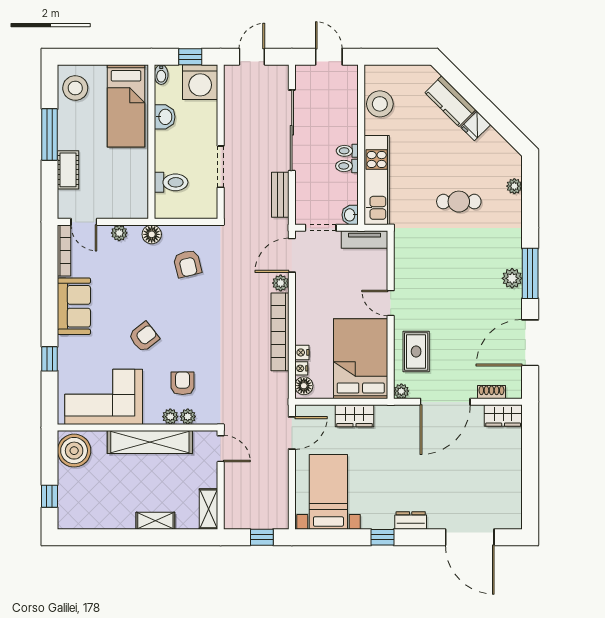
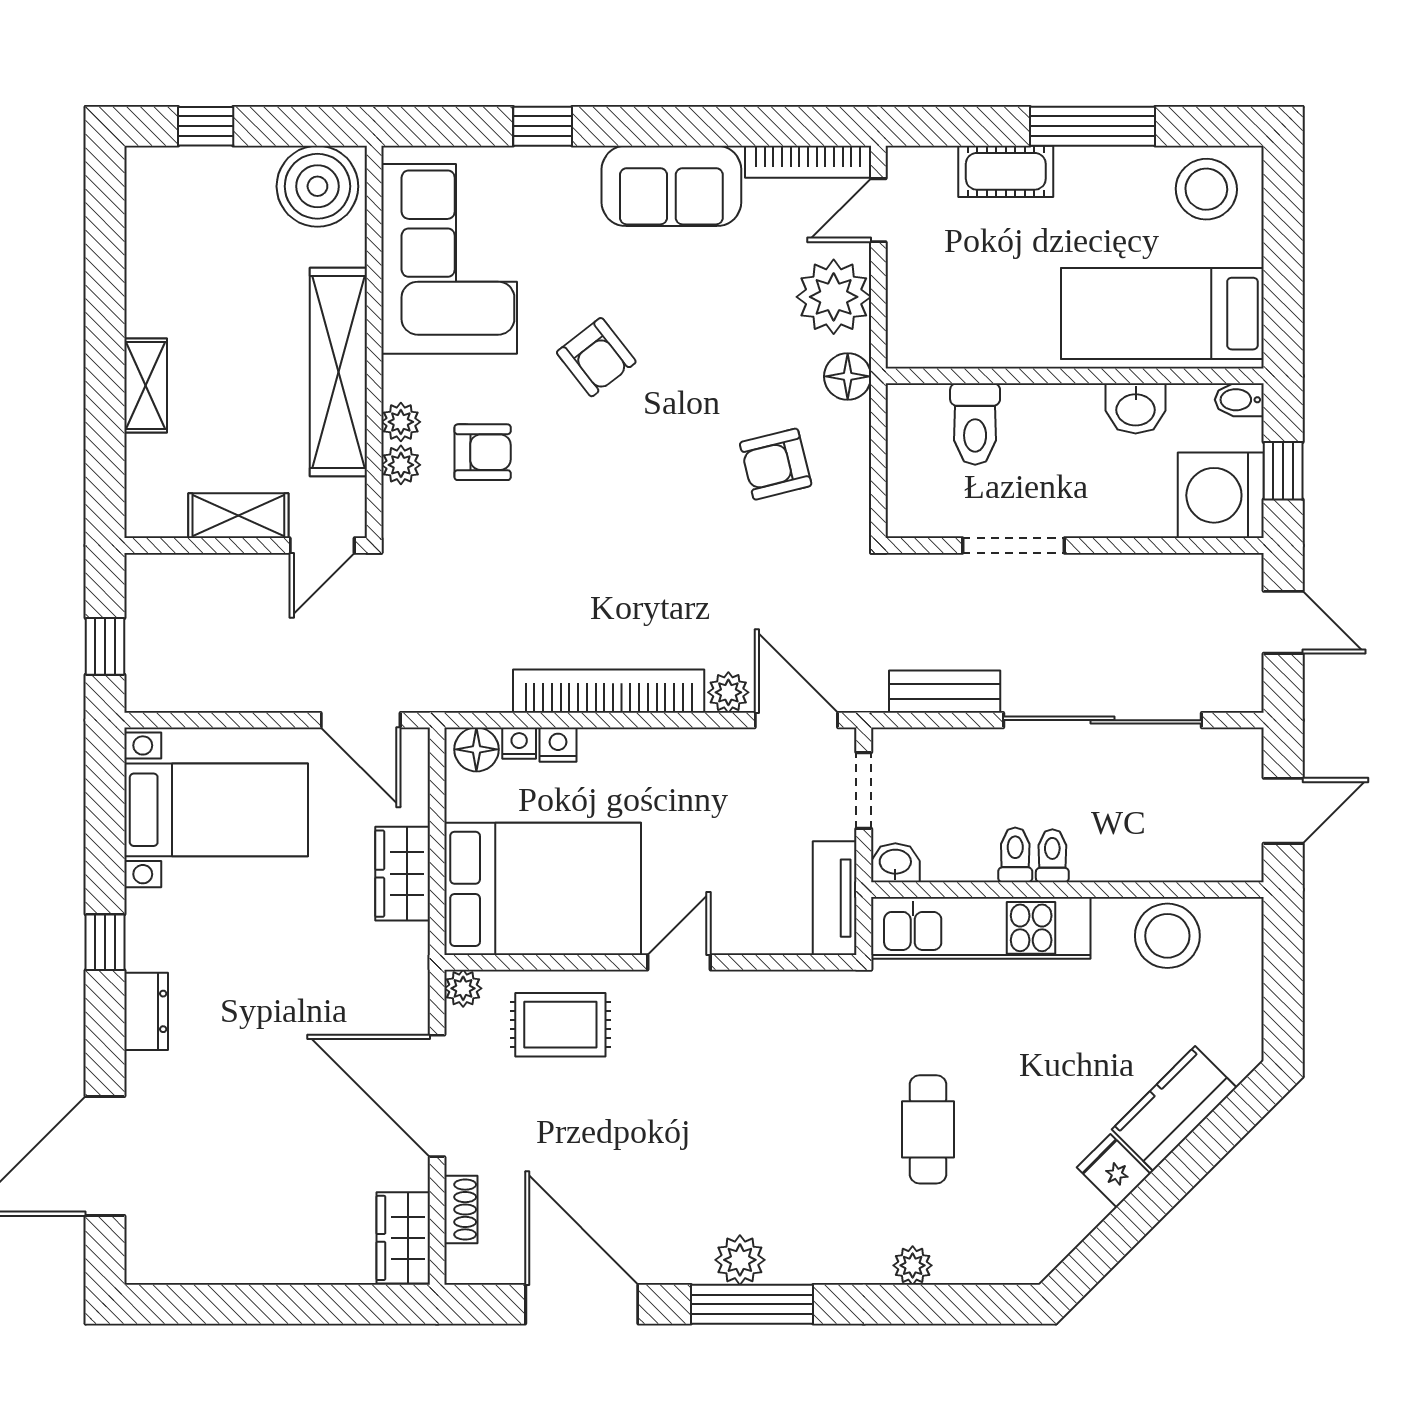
plant: (514, 186) -> (913, 1265), moved
plant: (119, 233) -> (834, 297), width x1.87, depth x1.87
shelving: (208, 509) -> (238, 516), moved

